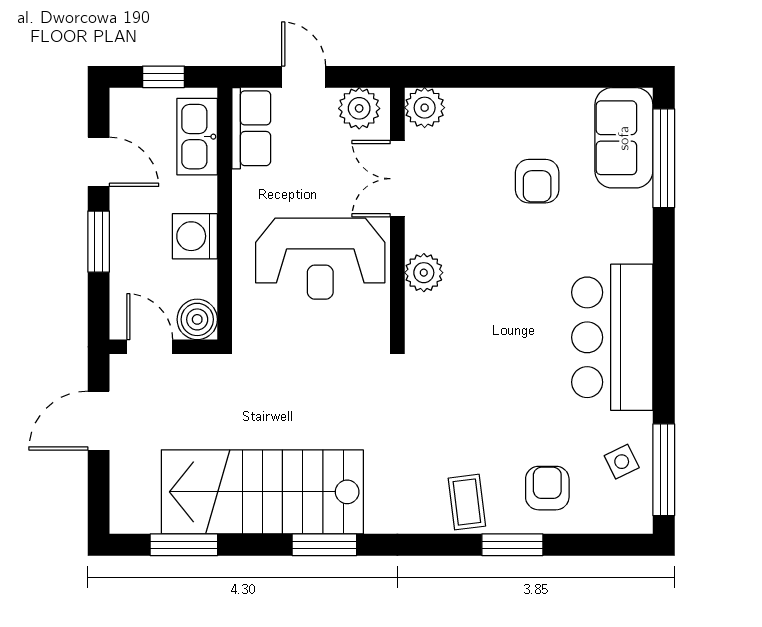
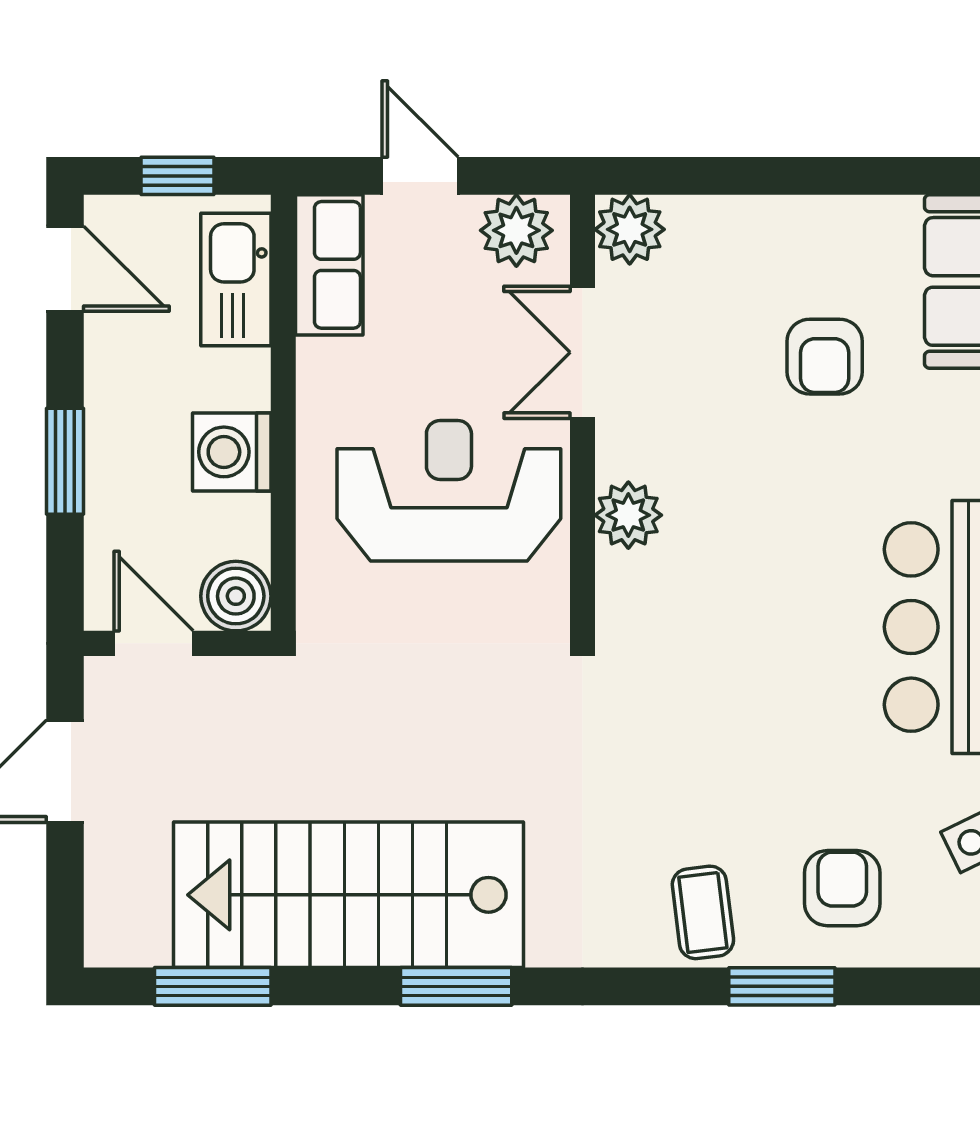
door: (99, 162) -> (65, 269), moved
reception desk: (320, 259) -> (449, 491), turned 180

